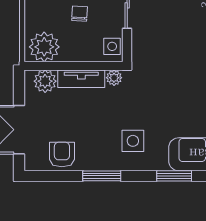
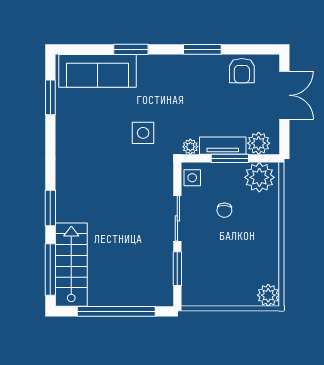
window: (74, 66) -> (230, 158), added
side table: (133, 141) -> (143, 133), moved

